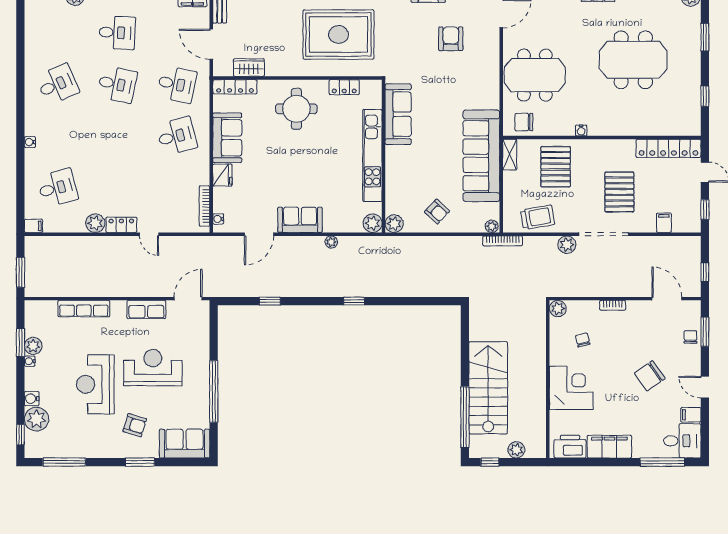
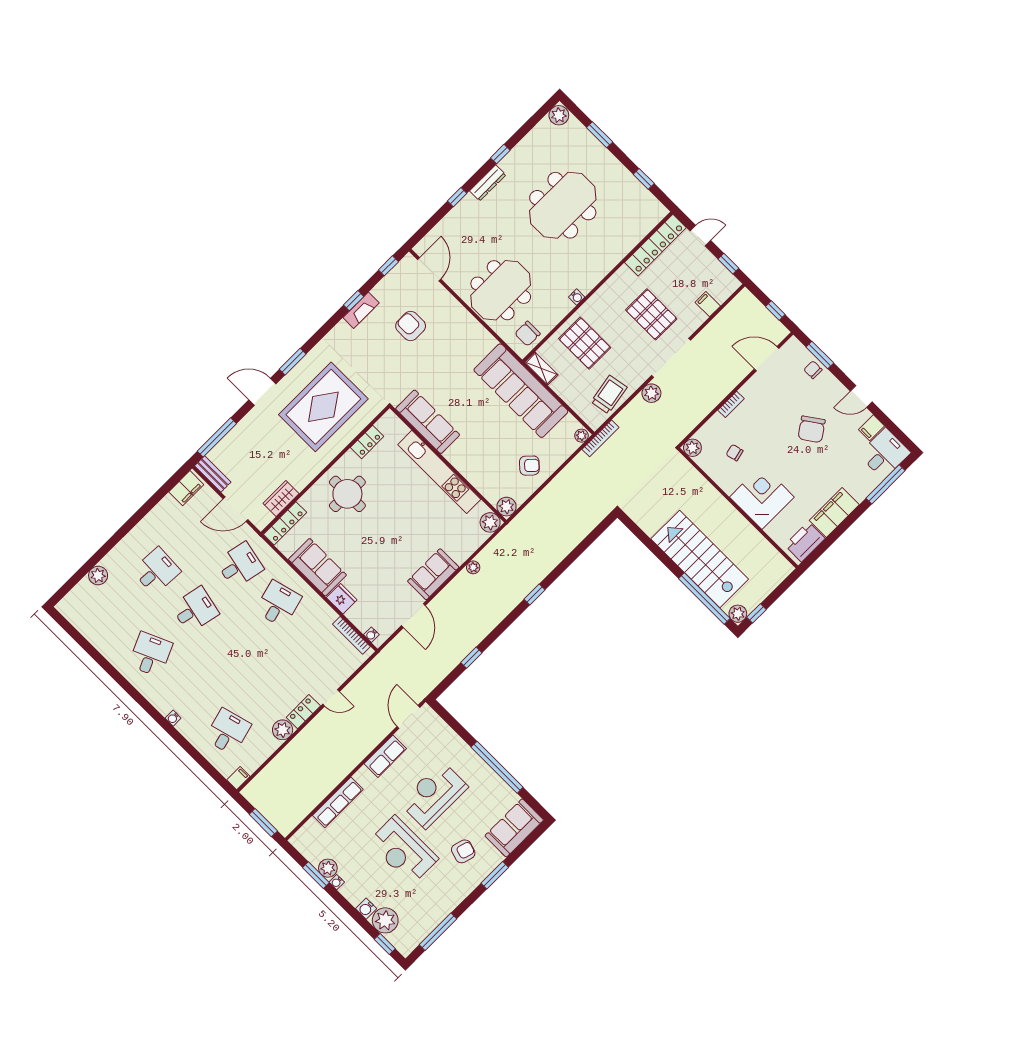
plant: (516, 450) -> (738, 614), moved

